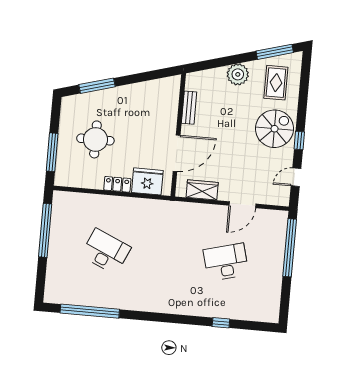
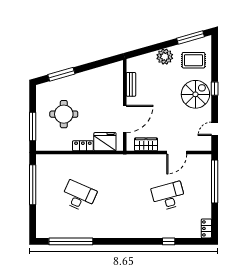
rug: (276, 83) -> (193, 60), turned 90
window: (299, 140) -> (215, 89), moved
locker: (273, 310) -> (206, 228), added

